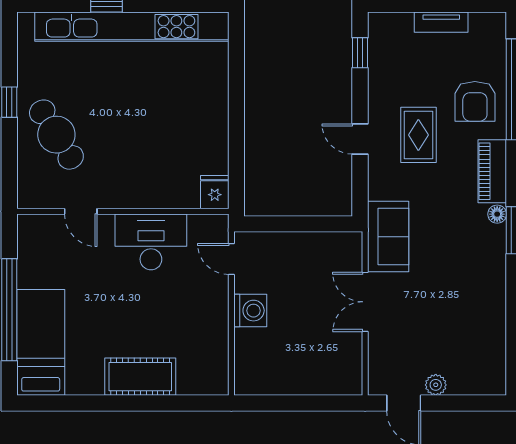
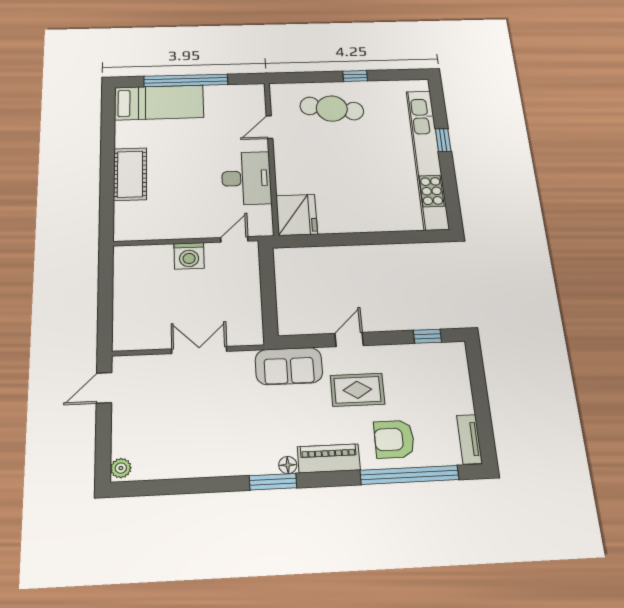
tv unit: (441, 22) -> (469, 439), moved
cafe table: (56, 135) -> (332, 109), turned 42
fridge: (215, 192) -> (297, 215), width x1.88, depth x1.34
sofa: (388, 237) -> (289, 366), moved
plant: (436, 385) -> (121, 468), moved

